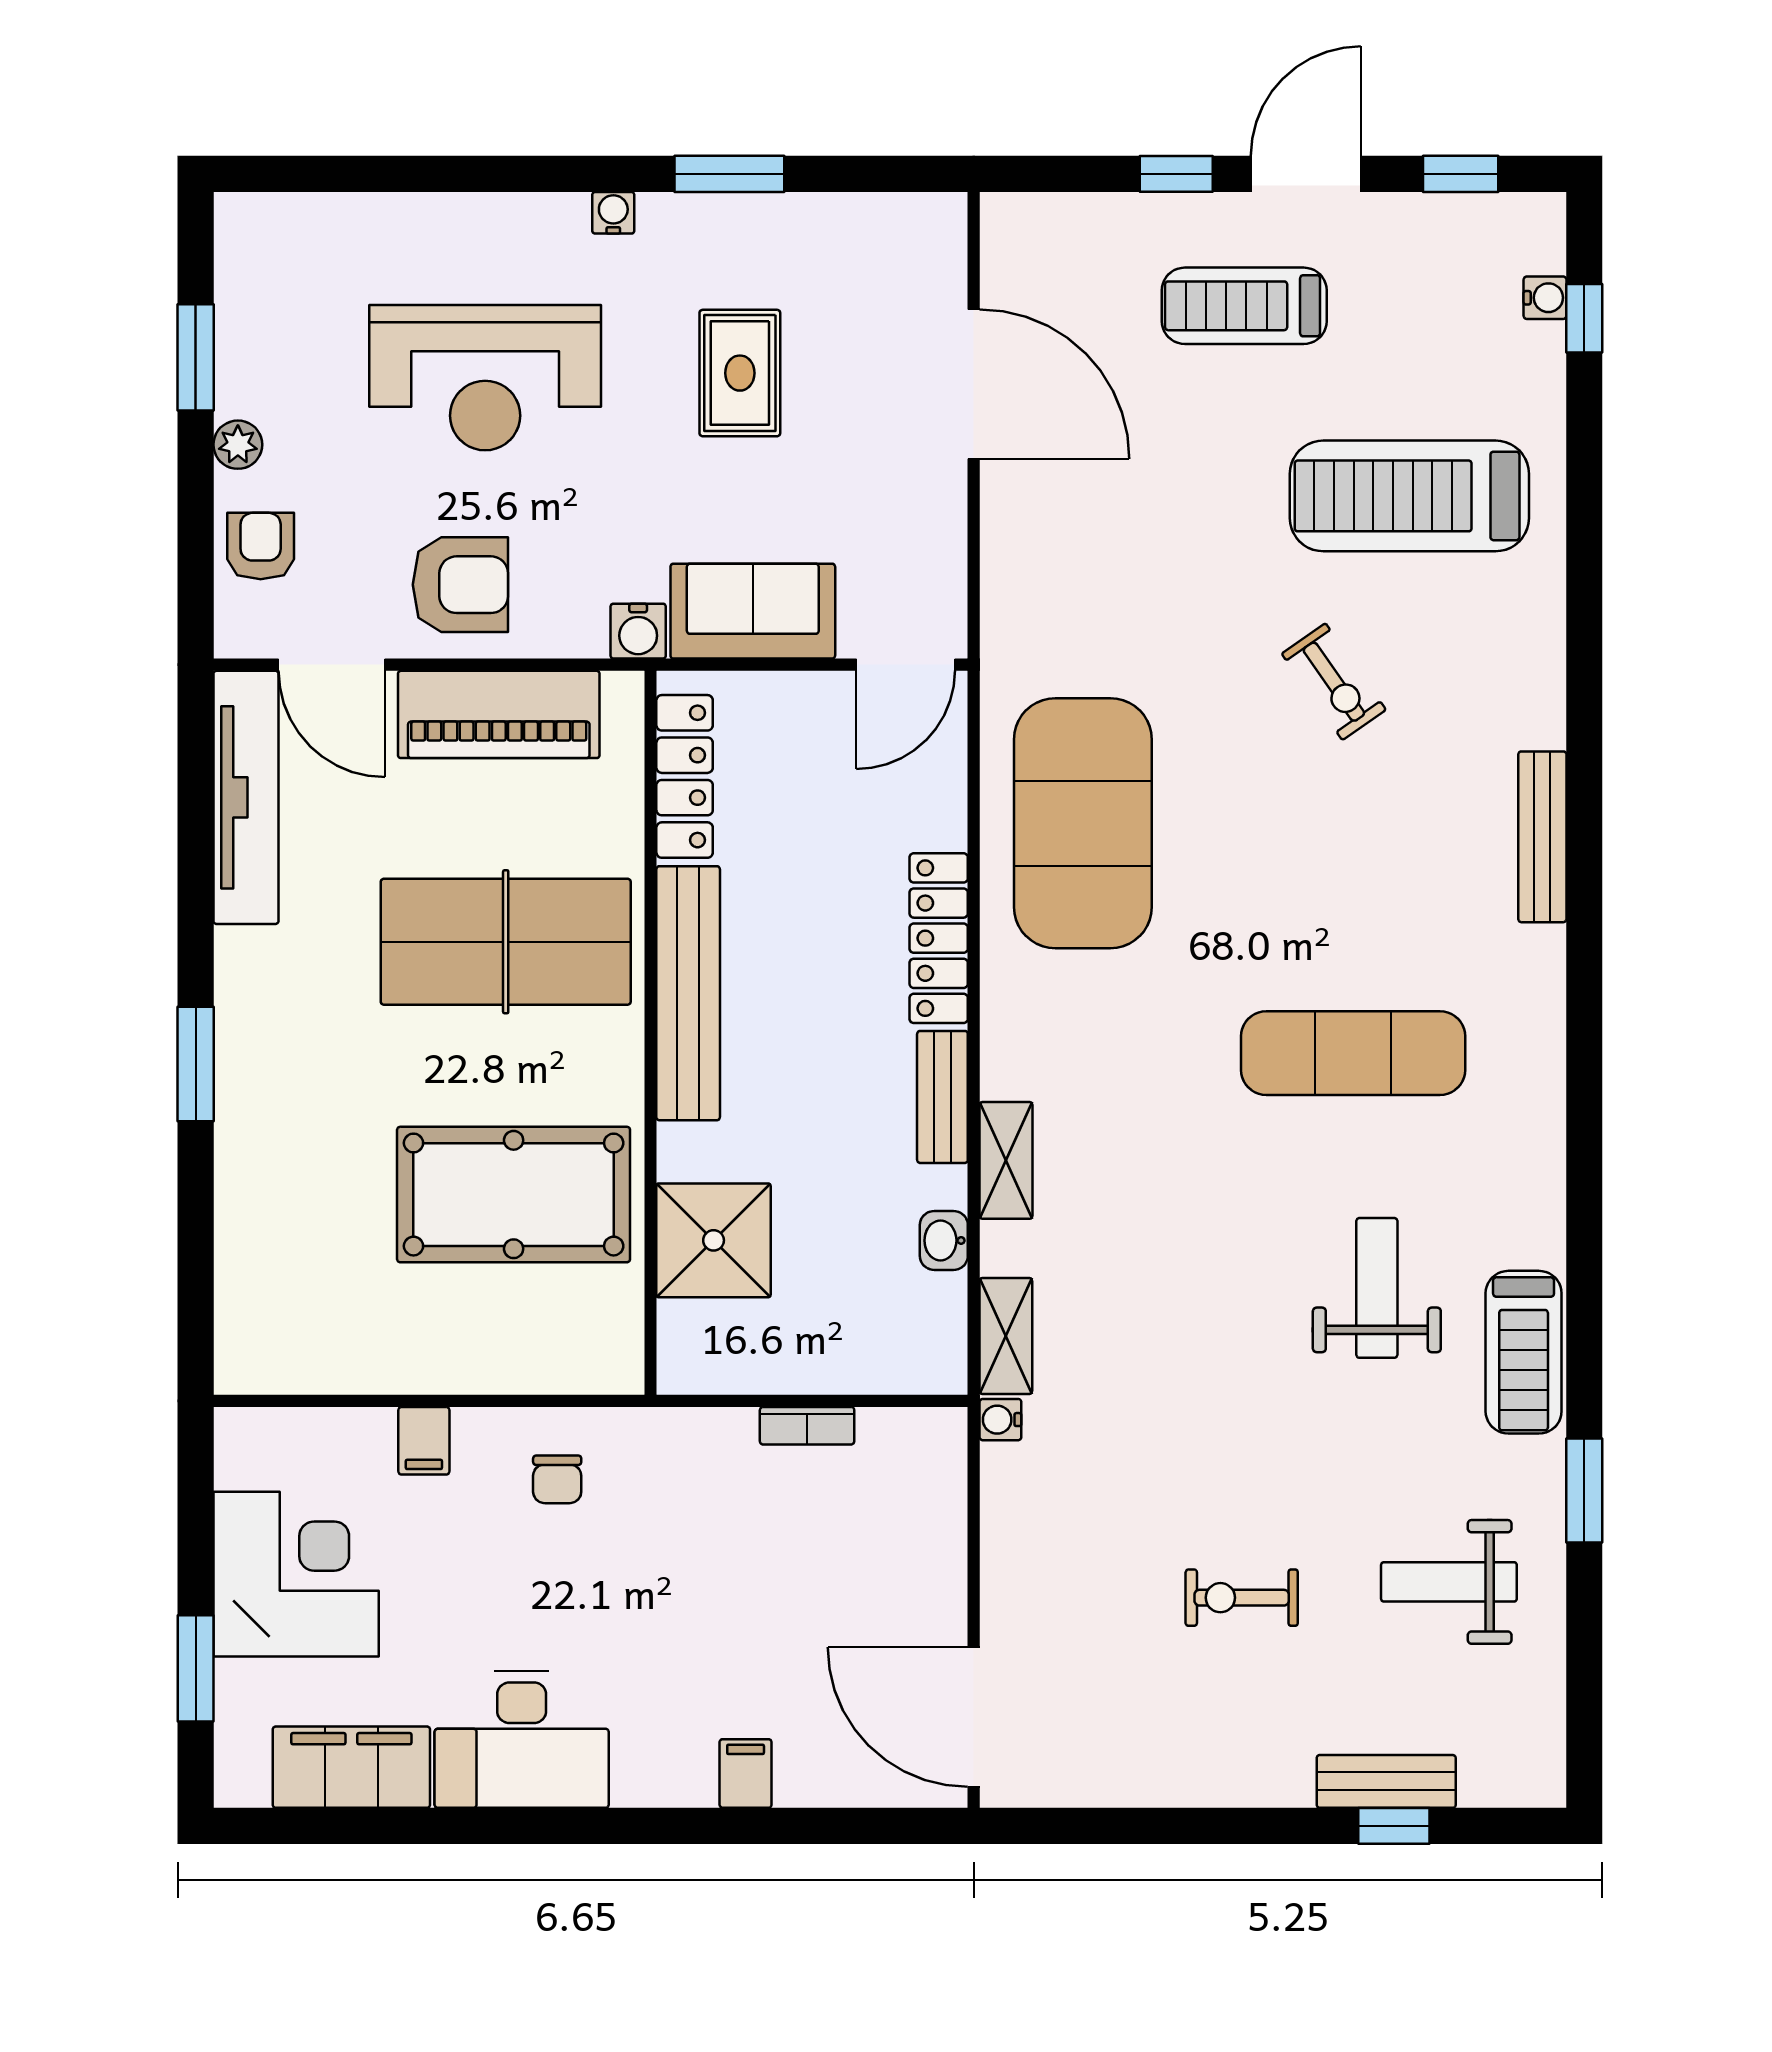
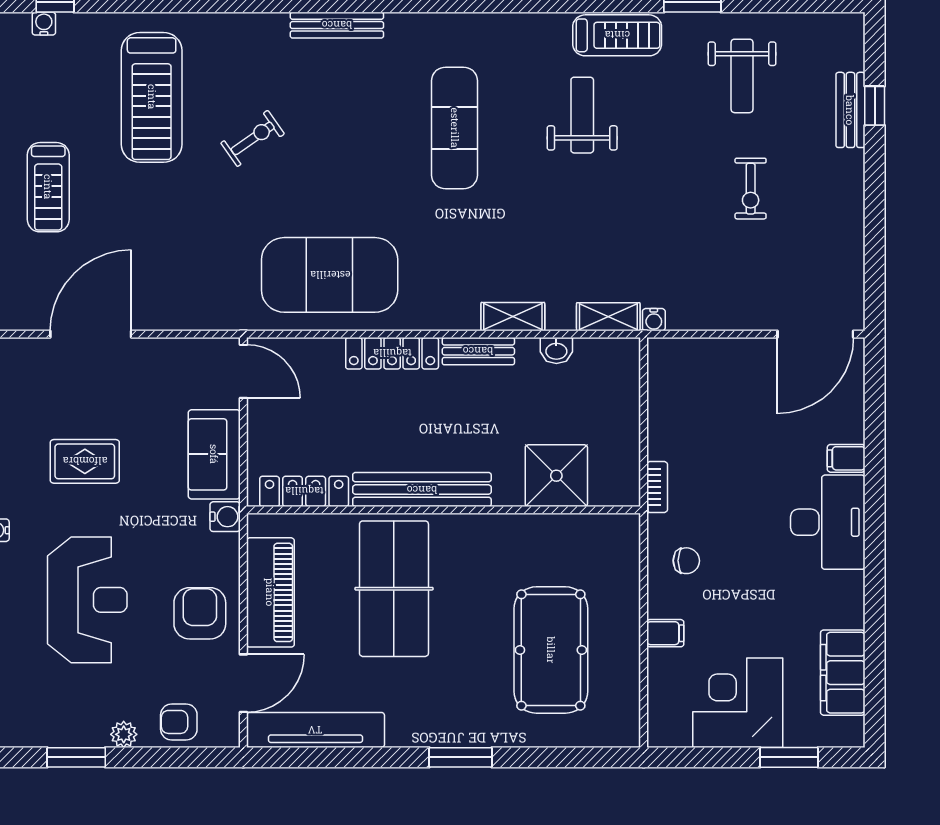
pool table: (514, 1195) -> (551, 650), moved
weight bench: (1377, 1288) -> (582, 115), turned 90
bookcase: (807, 1426) -> (657, 487), moved
desk: (522, 1740) -> (828, 522), moved

